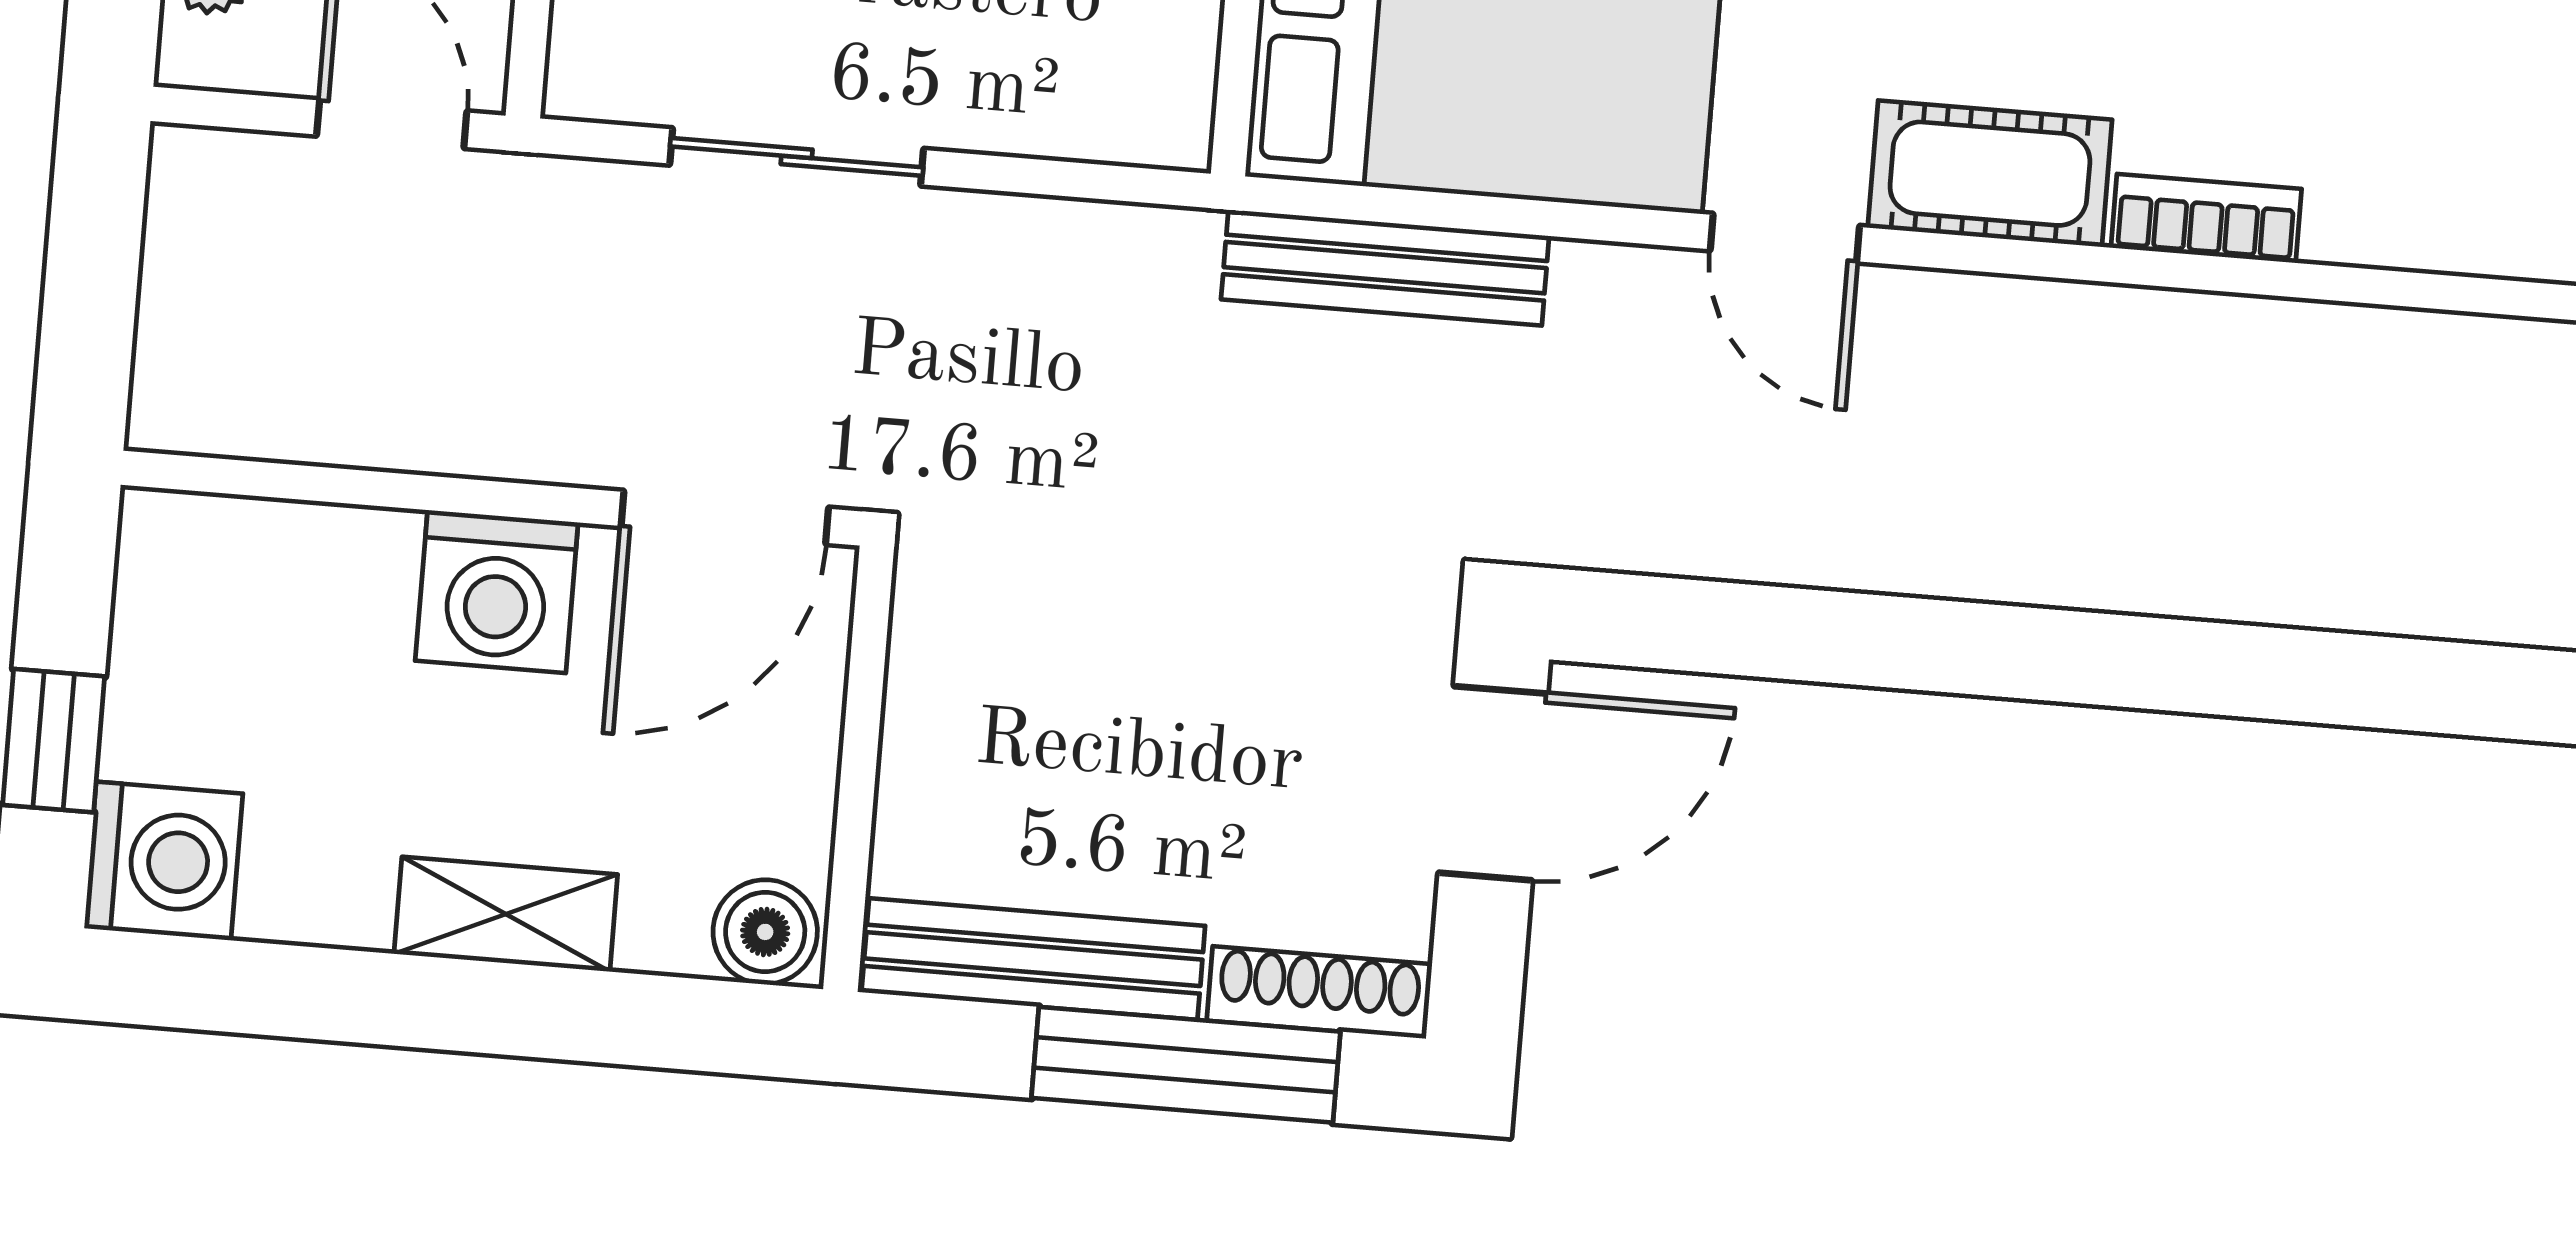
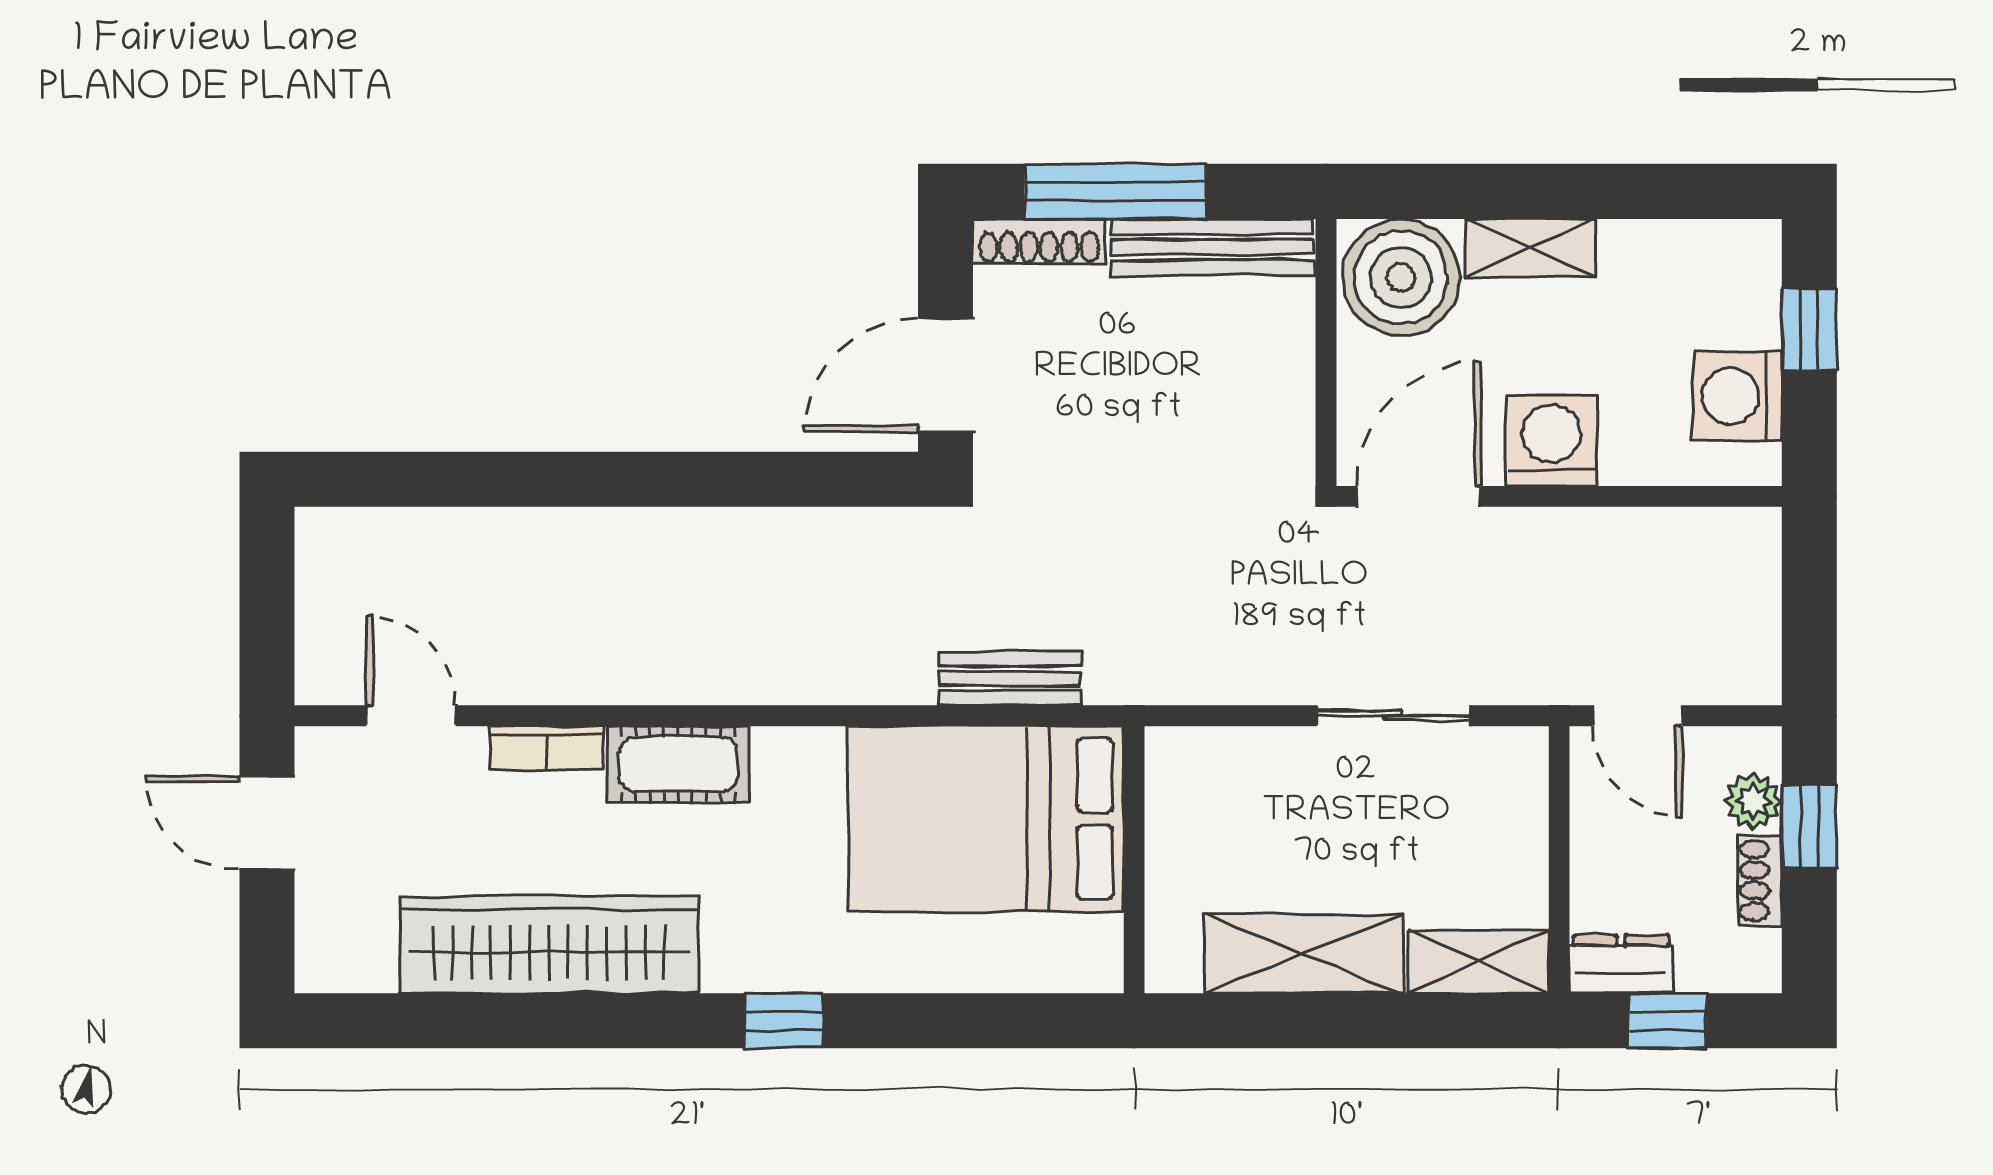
door: (1785, 238) -> (411, 716), moved
bench: (1385, 268) -> (1010, 678), width x0.73
washing machine: (163, 861) -> (1738, 396), moved
boiler: (765, 932) -> (1401, 277), width x1.86, depth x1.86

